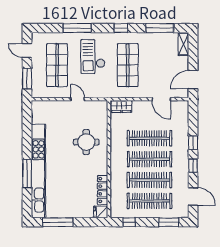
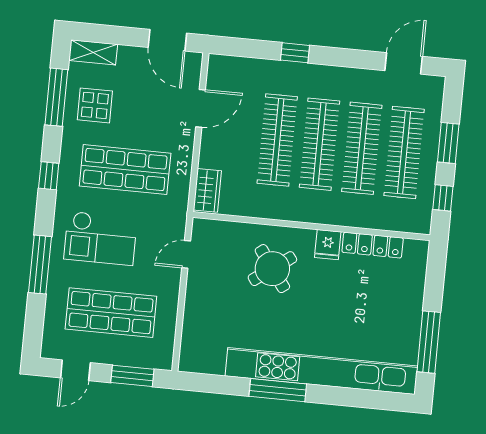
display table: (158, 47) -> (95, 105), added
door: (78, 99) -> (186, 254), moved
round table: (86, 142) -> (272, 269), turned -36
window: (193, 166) -> (341, 57), removed
window: (27, 174) -> (278, 390), moved
fridge: (101, 212) -> (328, 245), moved
window: (169, 222) -> (448, 143), moved

